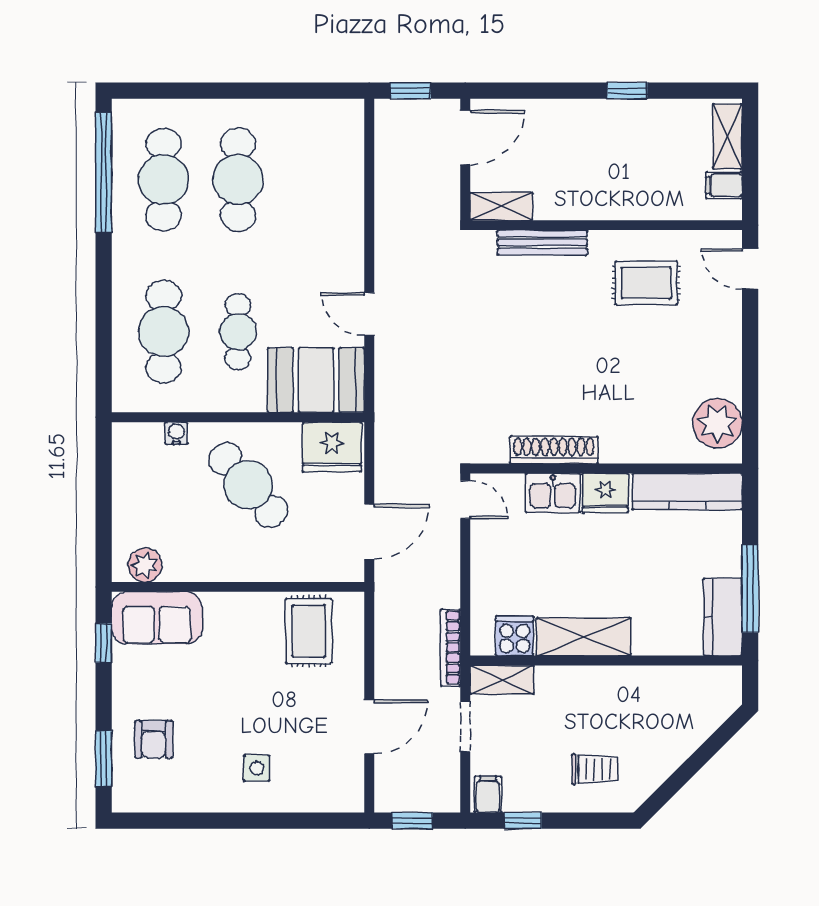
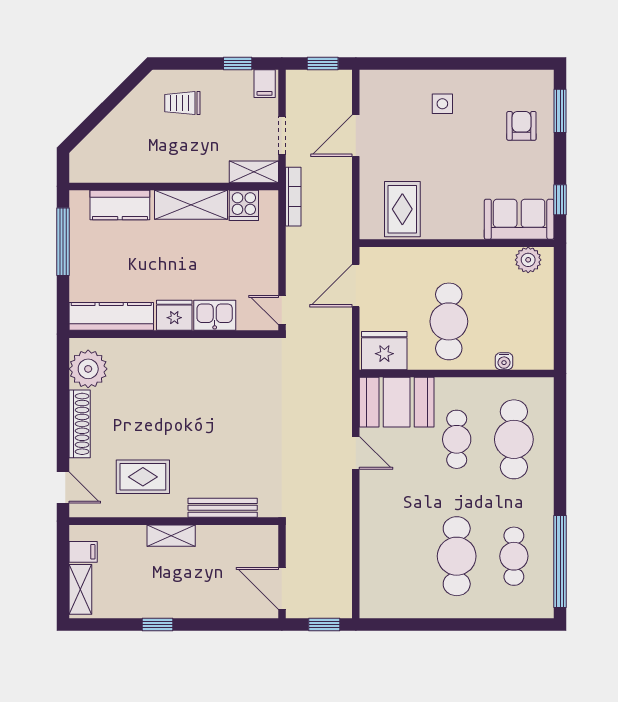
door: (465, 138) -> (282, 588), hinge flipped
cafe table: (164, 180) -> (514, 556), width x0.73, depth x0.74
shelving: (501, 206) -> (171, 536), moved
shoe rack: (554, 450) -> (80, 424), moved, turned -90
cafe table: (248, 485) -> (449, 321), turned 41
kitchen counter: (723, 617) -> (120, 205), moved, turned 90

